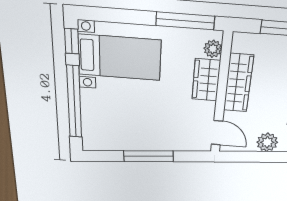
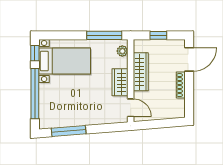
wardrobe: (206, 80) -> (120, 82), moved
plant: (267, 142) -> (165, 112), removed
window: (148, 156) -> (69, 131), moved

